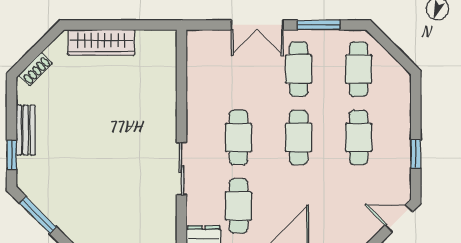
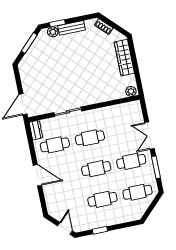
plant: (167, 43) -> (131, 91), added
plant: (26, 167) -> (53, 32), added

